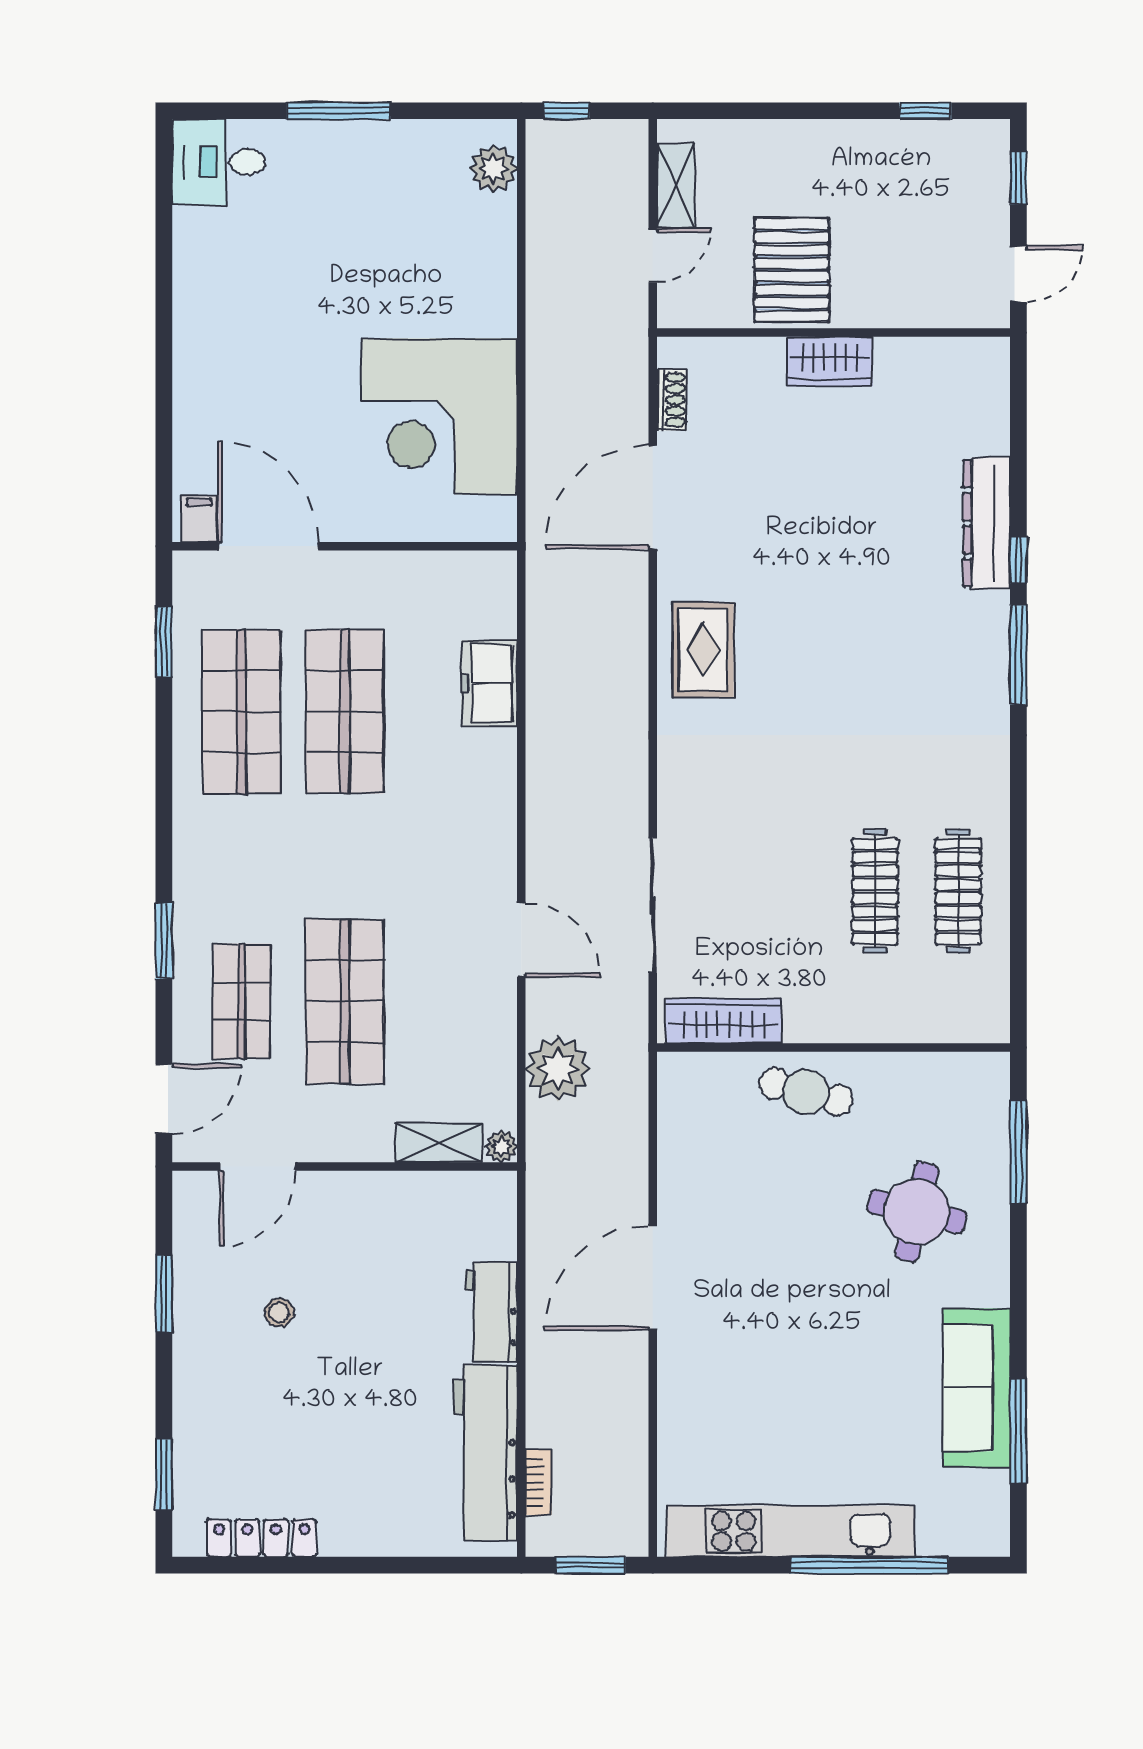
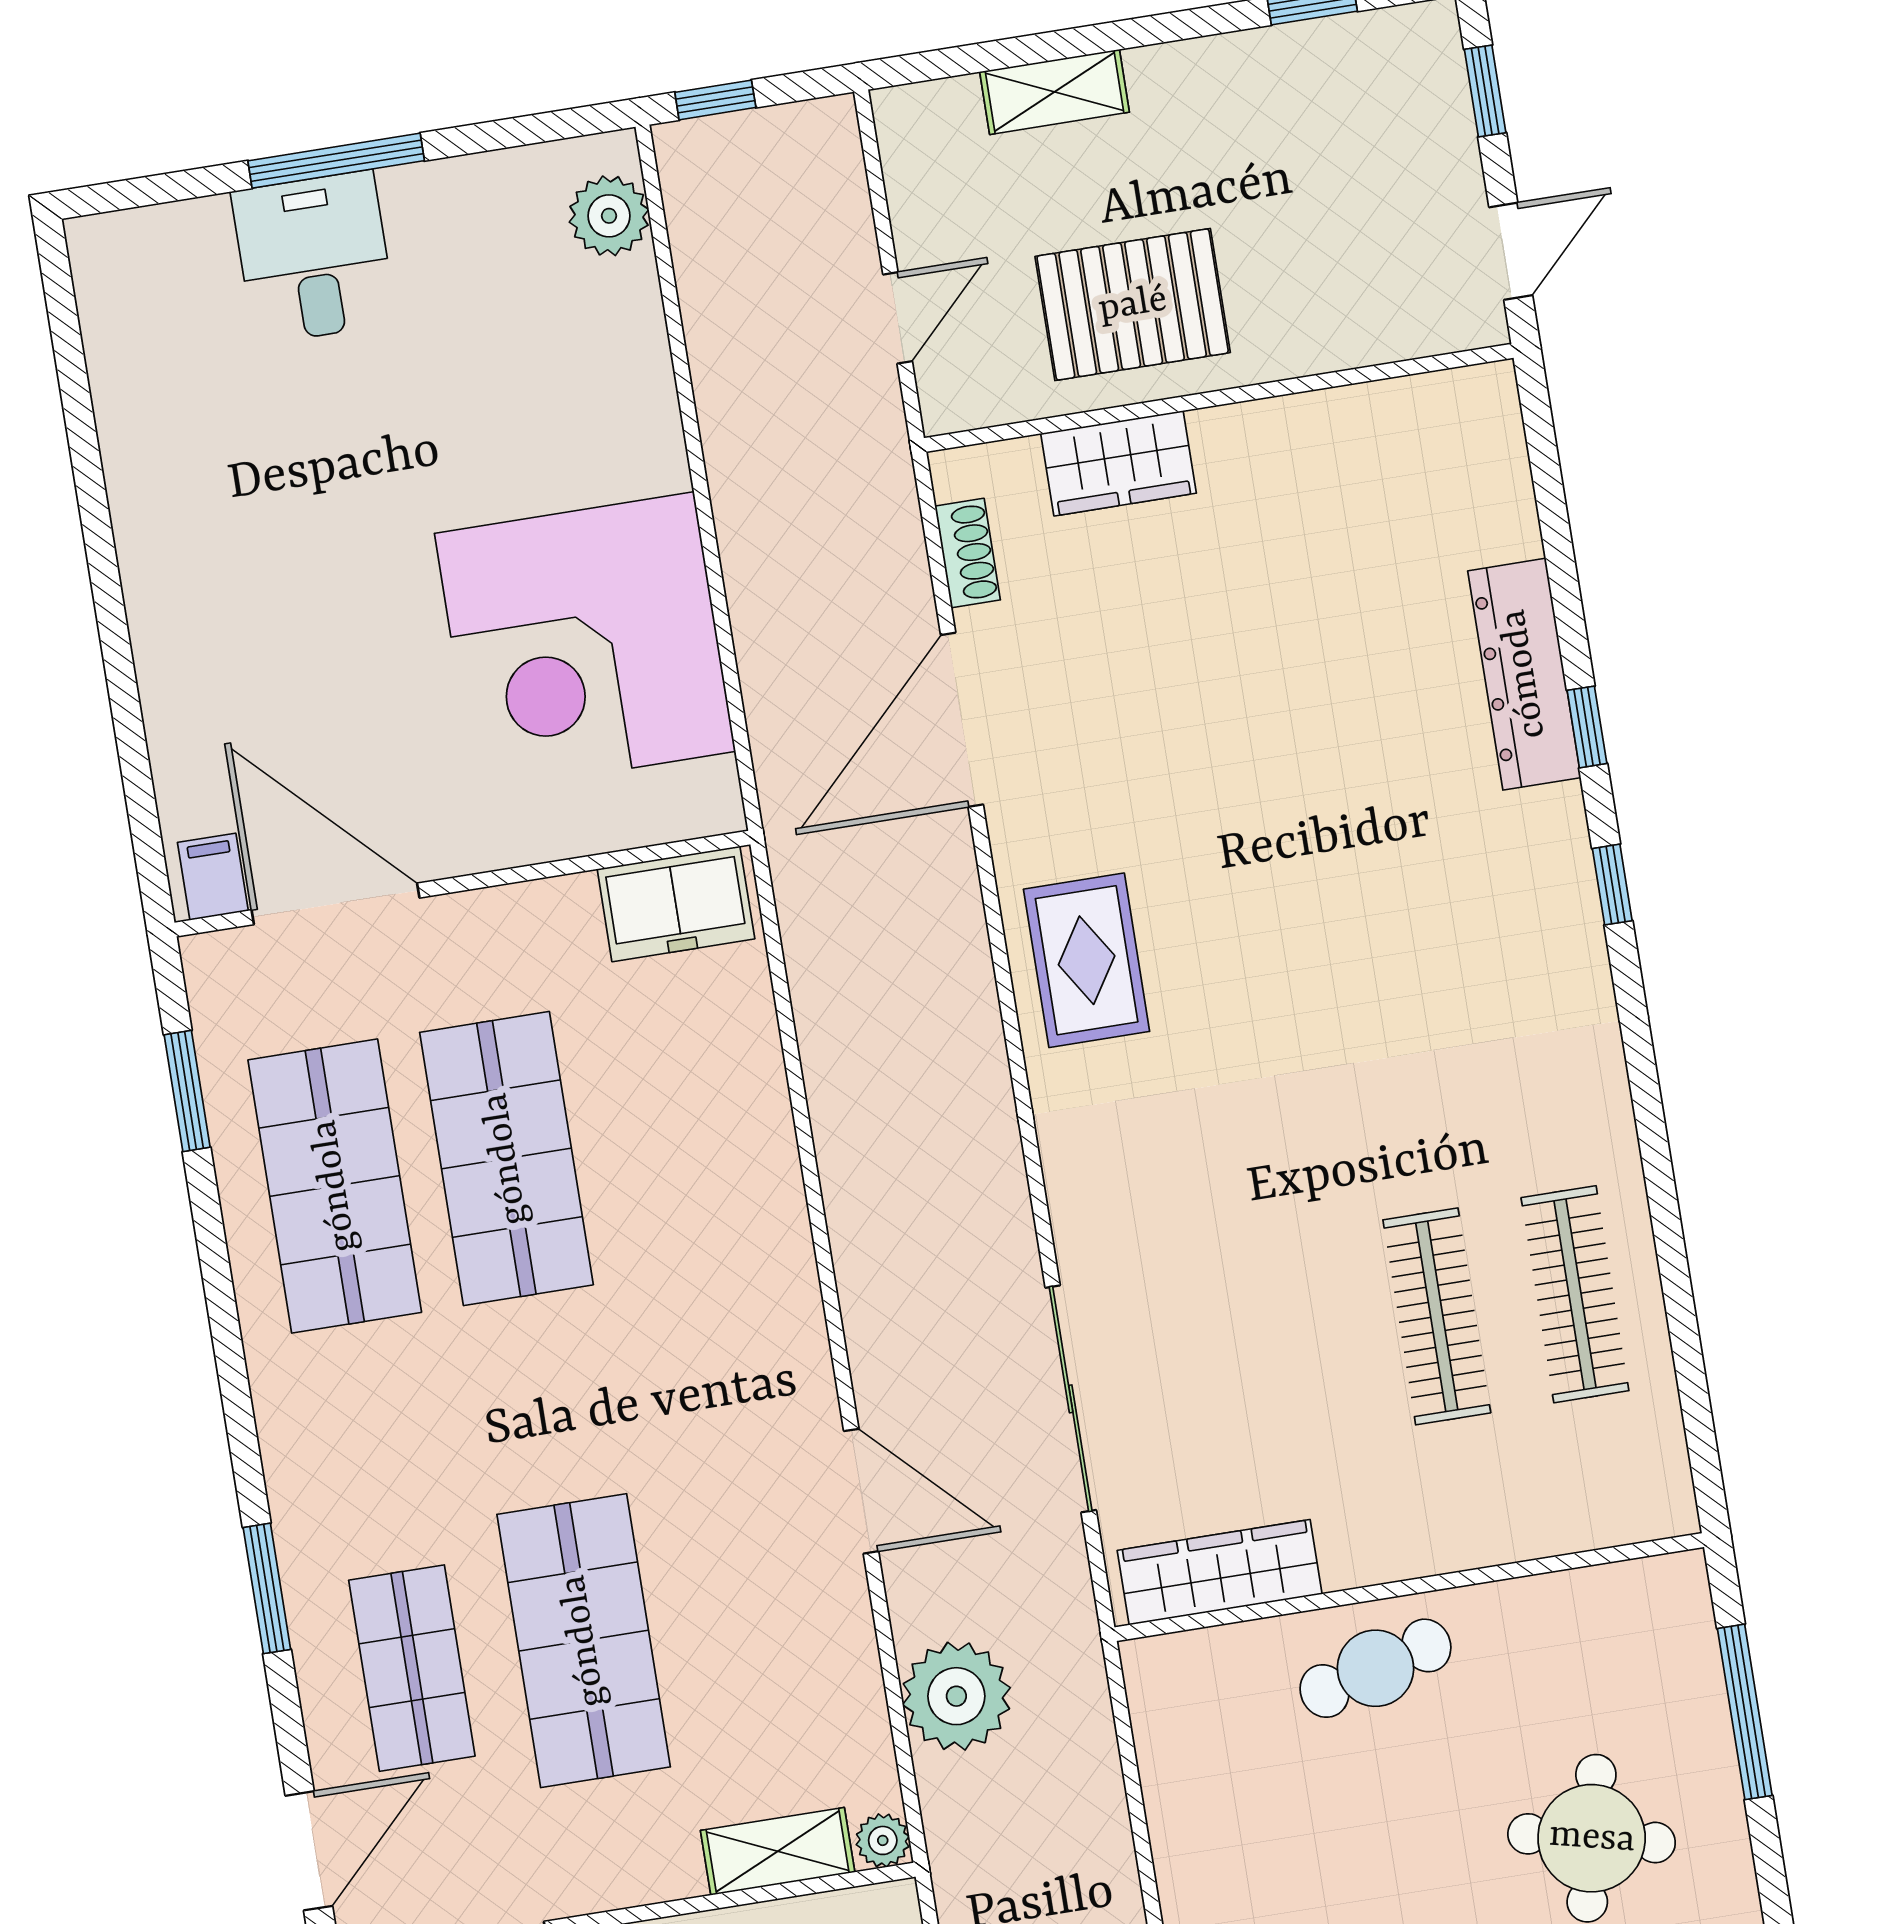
desk: (218, 162) -> (314, 257), moved, turned 90
shelving: (676, 186) -> (1055, 92), moved, turned 90
pallet: (792, 270) -> (1133, 305), turned 90
wardrobe: (830, 362) -> (1119, 463), moved
window: (1018, 655) -> (1612, 885), width x0.46
freezer: (489, 683) -> (676, 904), moved, turned -90
cafe table: (806, 1092) -> (1375, 1668), turned -30

